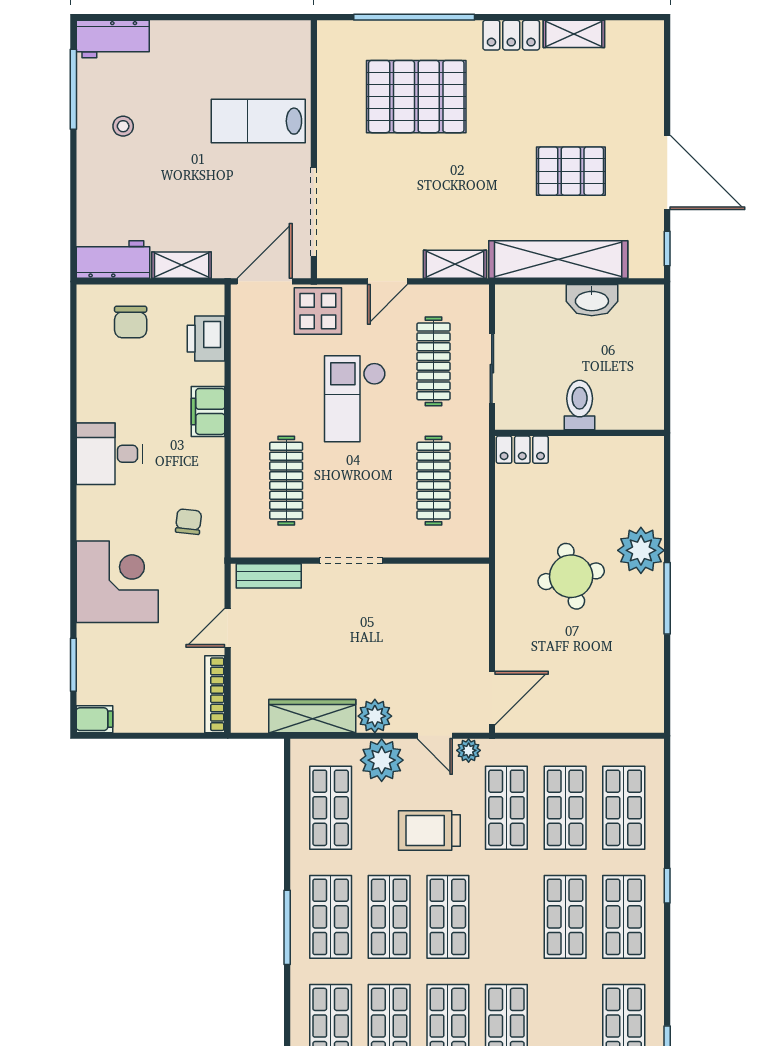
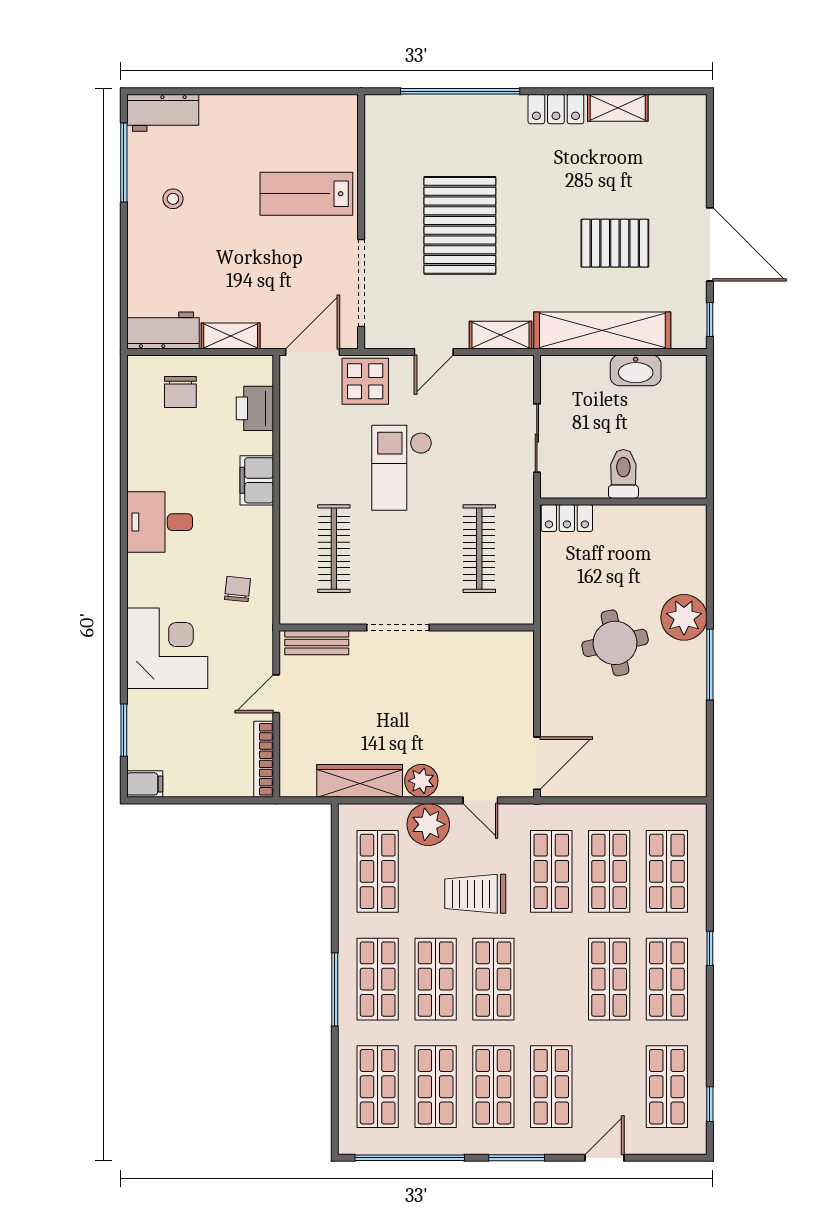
pallet: (416, 97) -> (460, 225), moved, turned 90
clothes rail: (434, 361) -> (479, 431), removed
plant: (469, 750) -> (514, 815), removed

